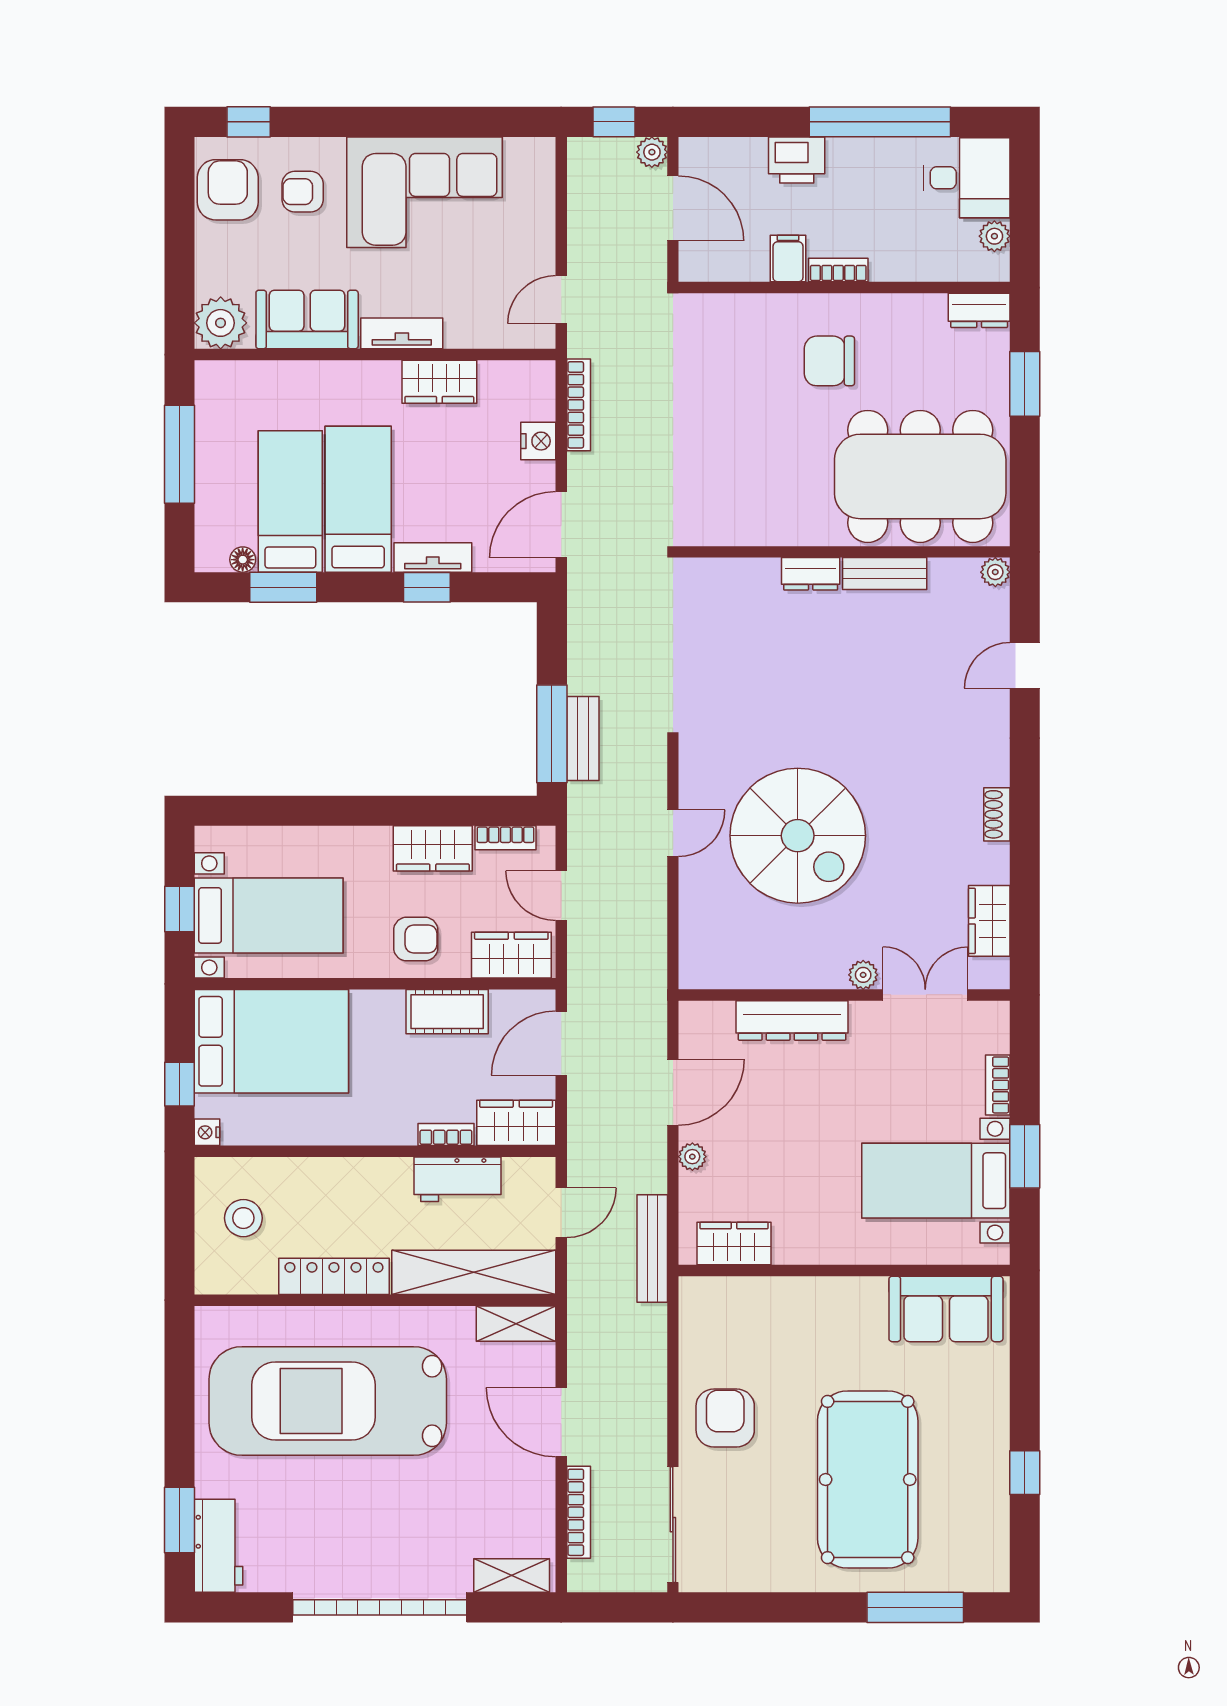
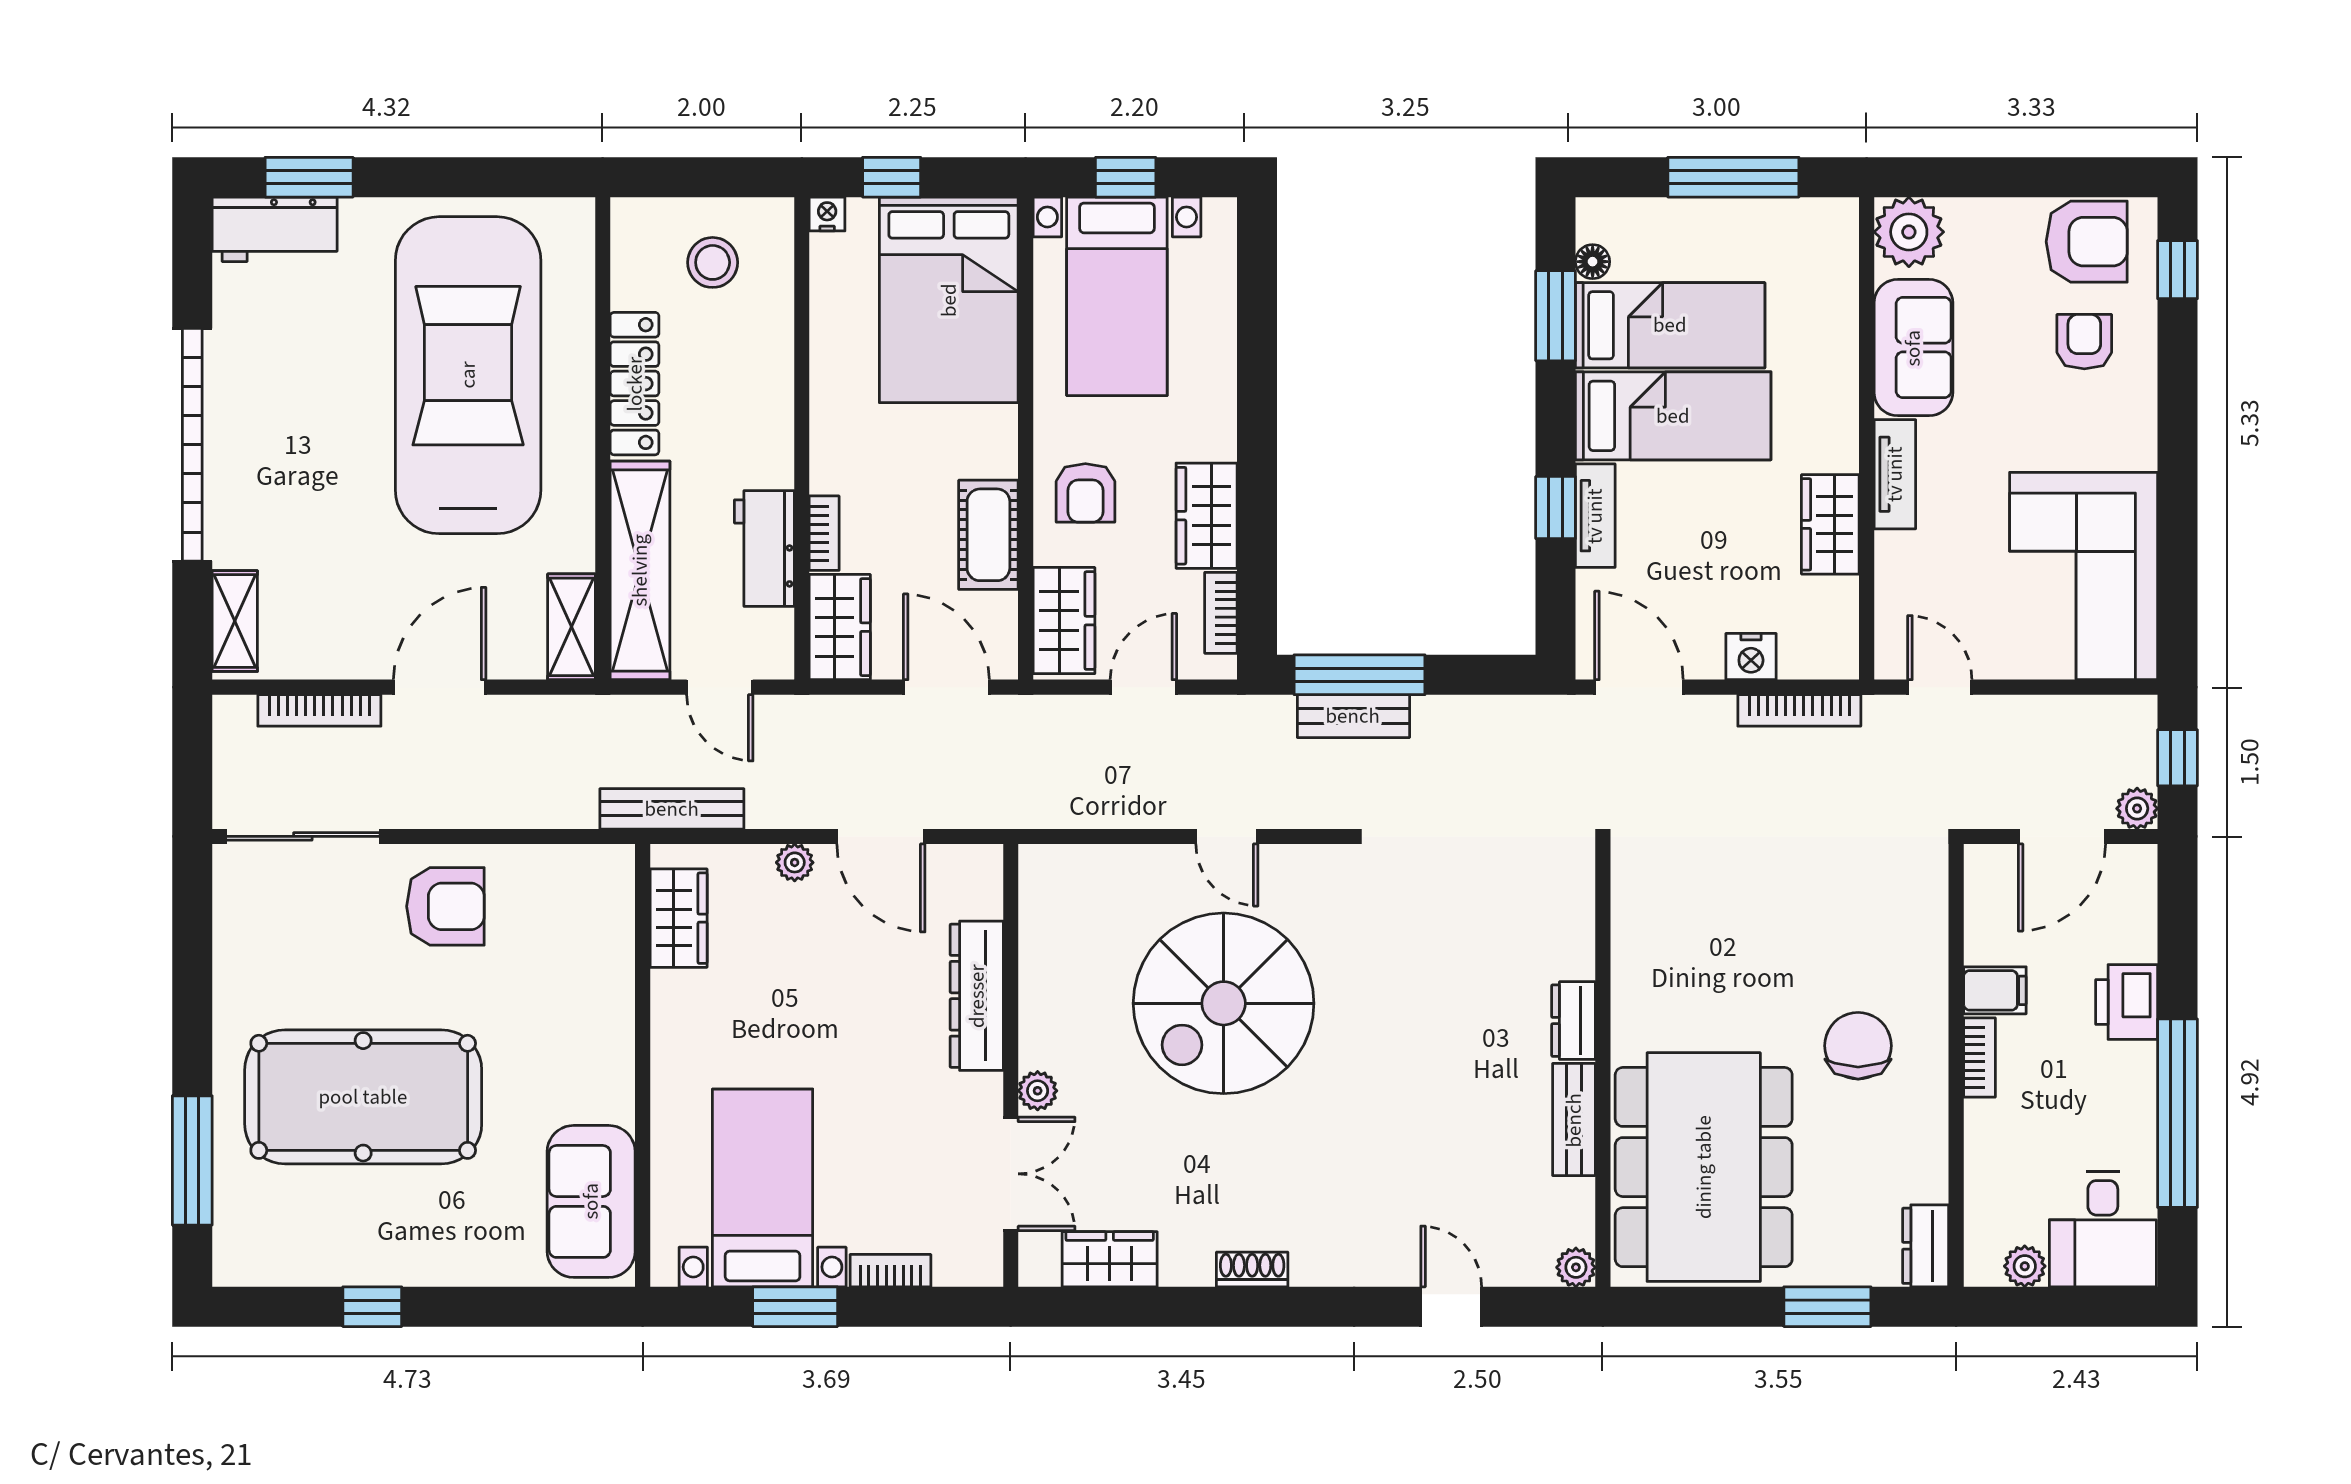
corner sofa: (424, 192) -> (2084, 576), moved

